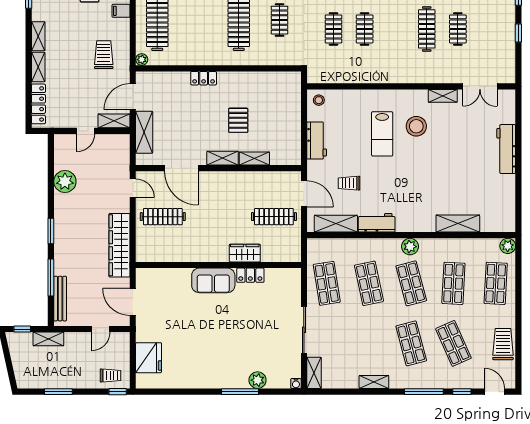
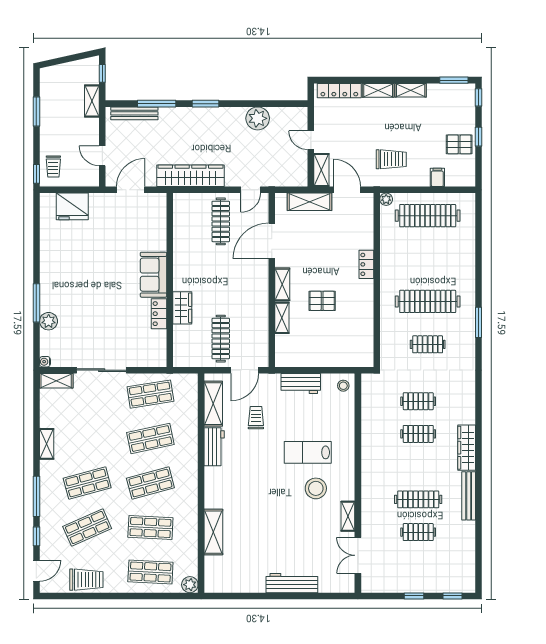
plant: (410, 247) -> (189, 482), removed

